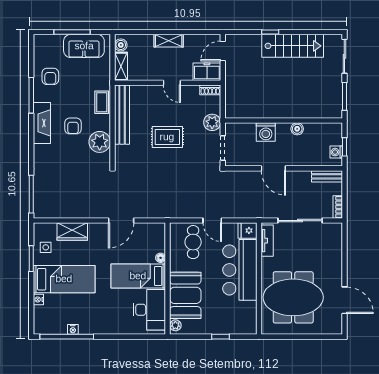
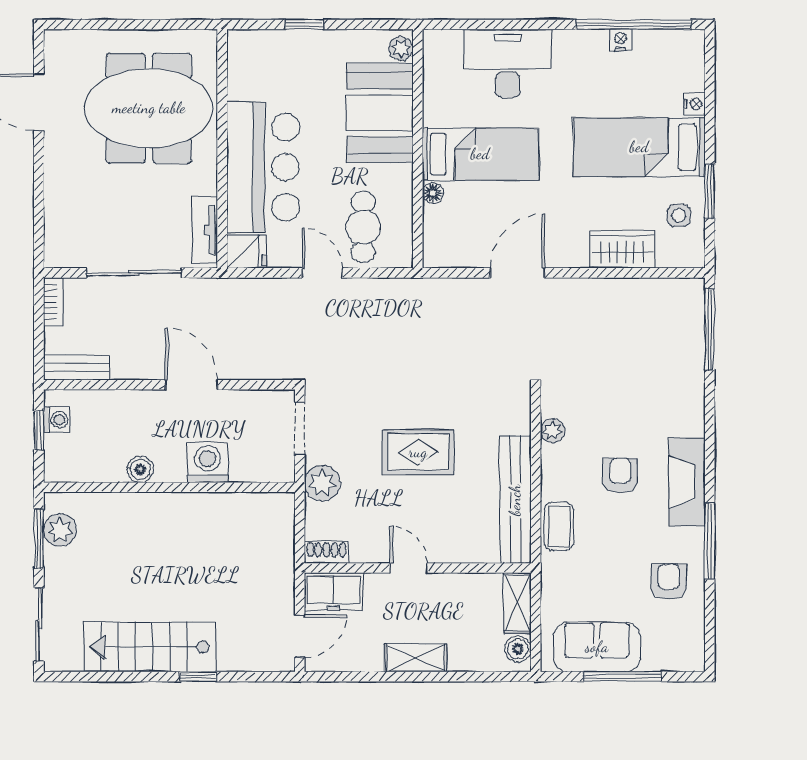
plant: (335, 100) -> (60, 530), added
plant: (100, 142) -> (553, 431), width x0.53, depth x0.53
desk: (149, 310) -> (508, 63), moved, turned 90

